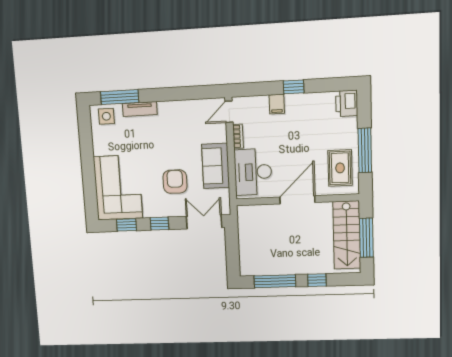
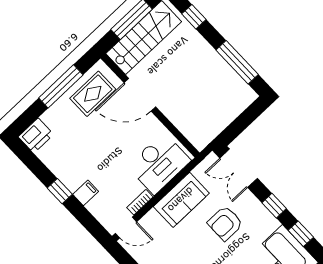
door: (297, 200) -> (140, 95), moved
window: (317, 280) -> (194, 17), moved

